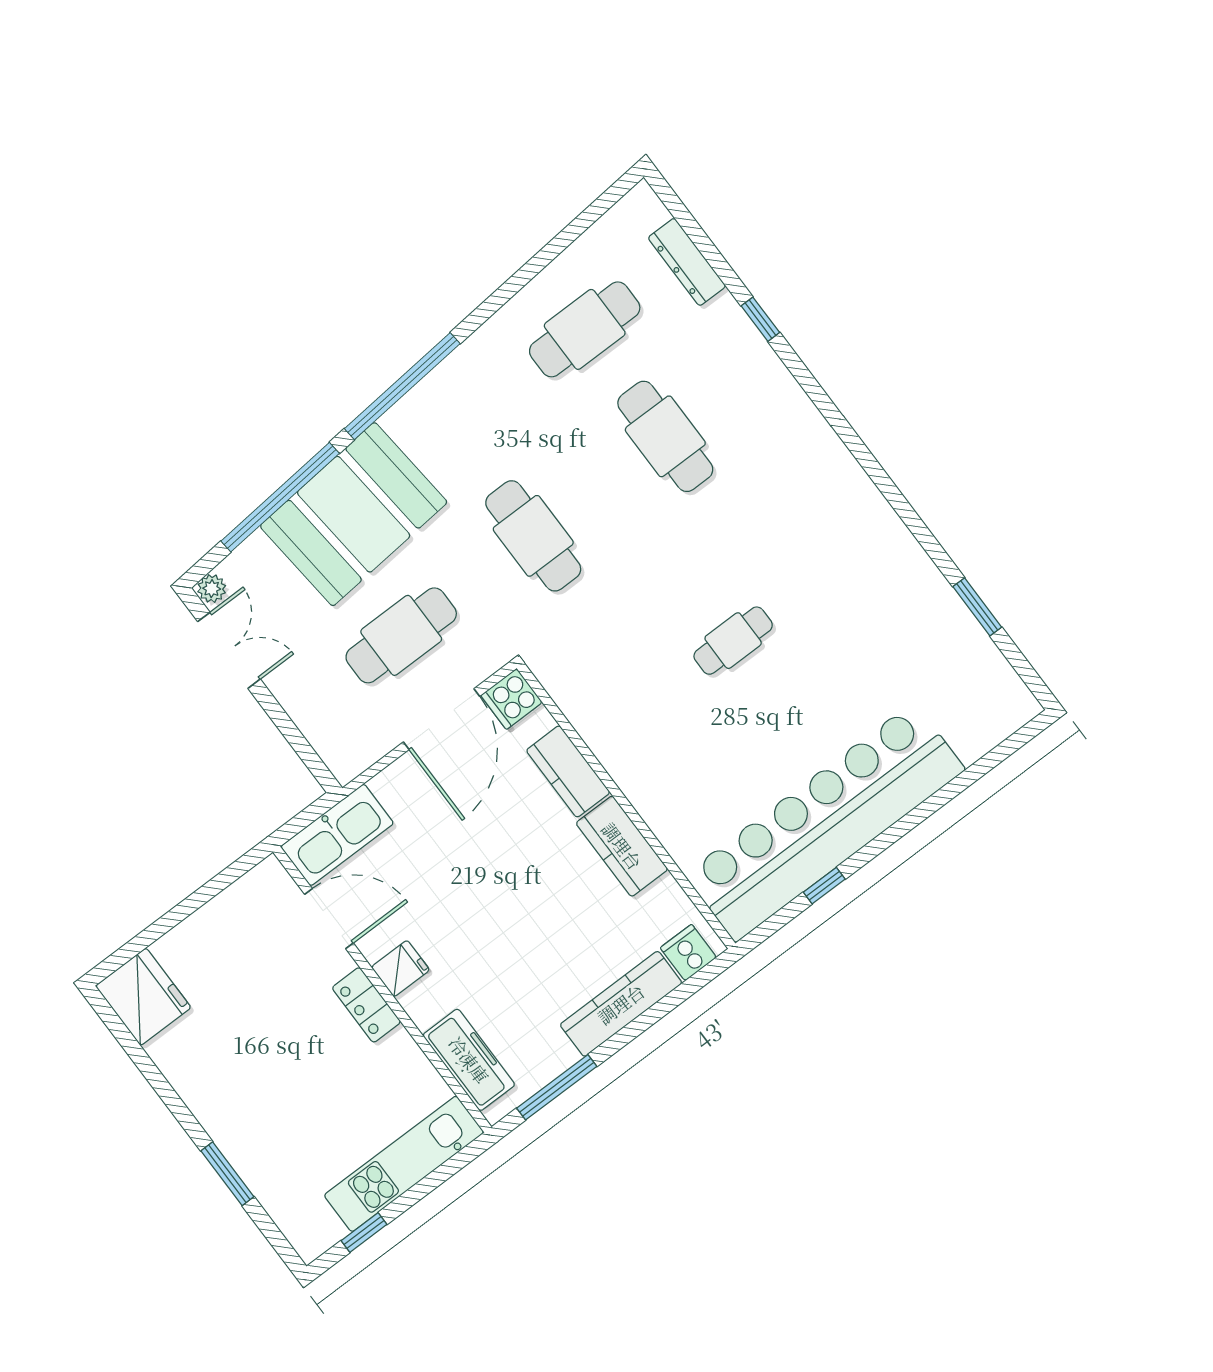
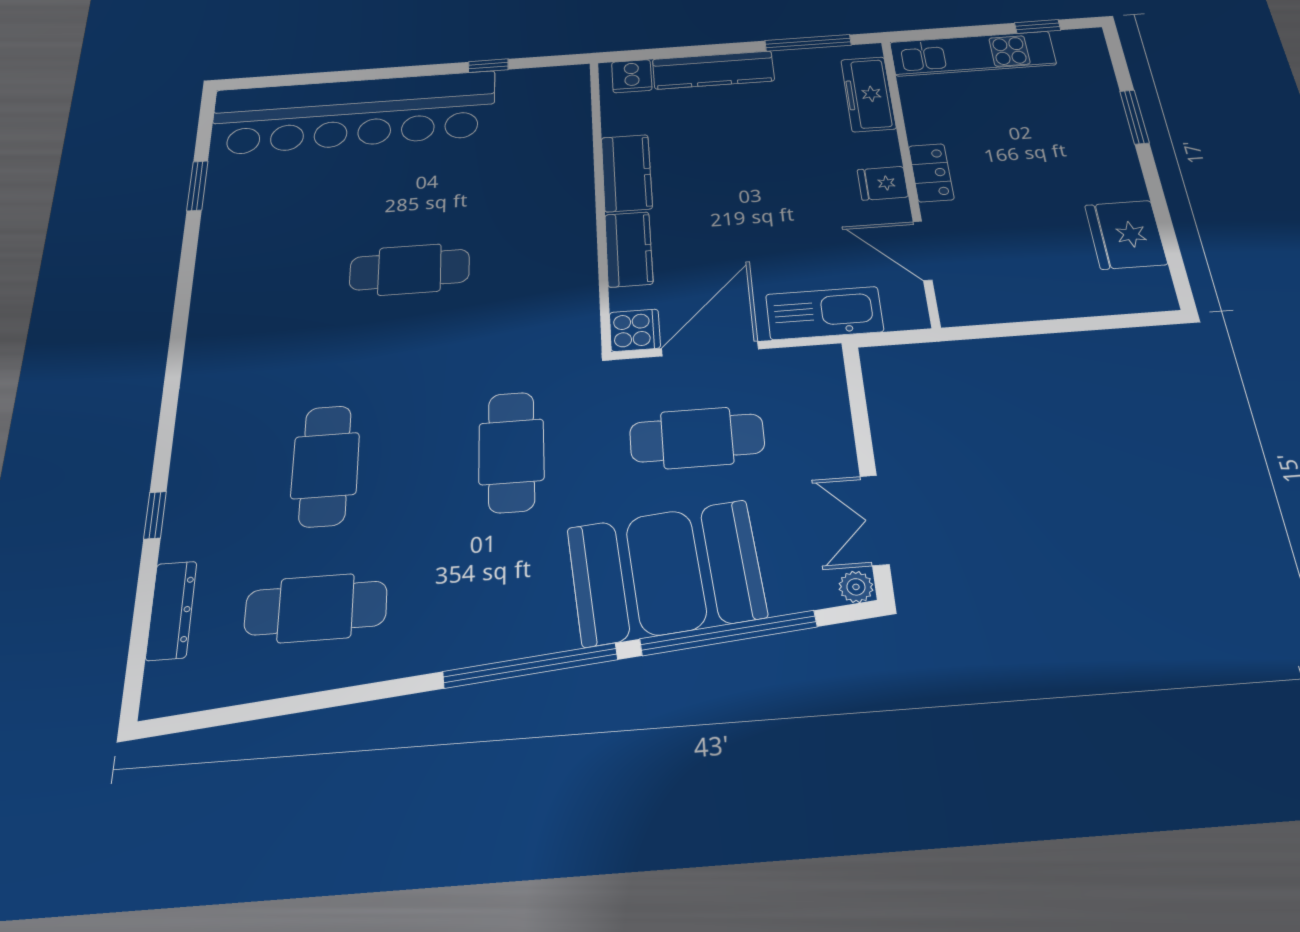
cafe table: (733, 641) -> (410, 270), width x1.37, depth x1.35
bar counter: (825, 822) -> (354, 113), moved
kitchen sink: (337, 835) -> (824, 313), moved
fridge: (143, 997) -> (1126, 235), moved

